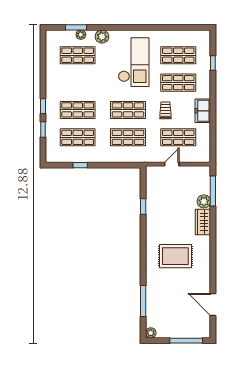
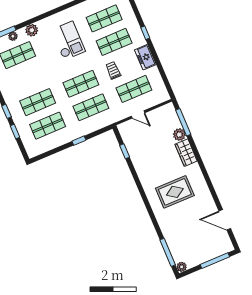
checkout: (134, 62) -> (68, 41), width x0.73, depth x0.83
window: (213, 63) -> (145, 33), moved
door: (172, 164) -> (138, 114), swing flipped
window: (80, 165) -> (79, 141), moved
window: (143, 206) -> (125, 151), moved
window: (143, 301) -> (168, 252), moved

